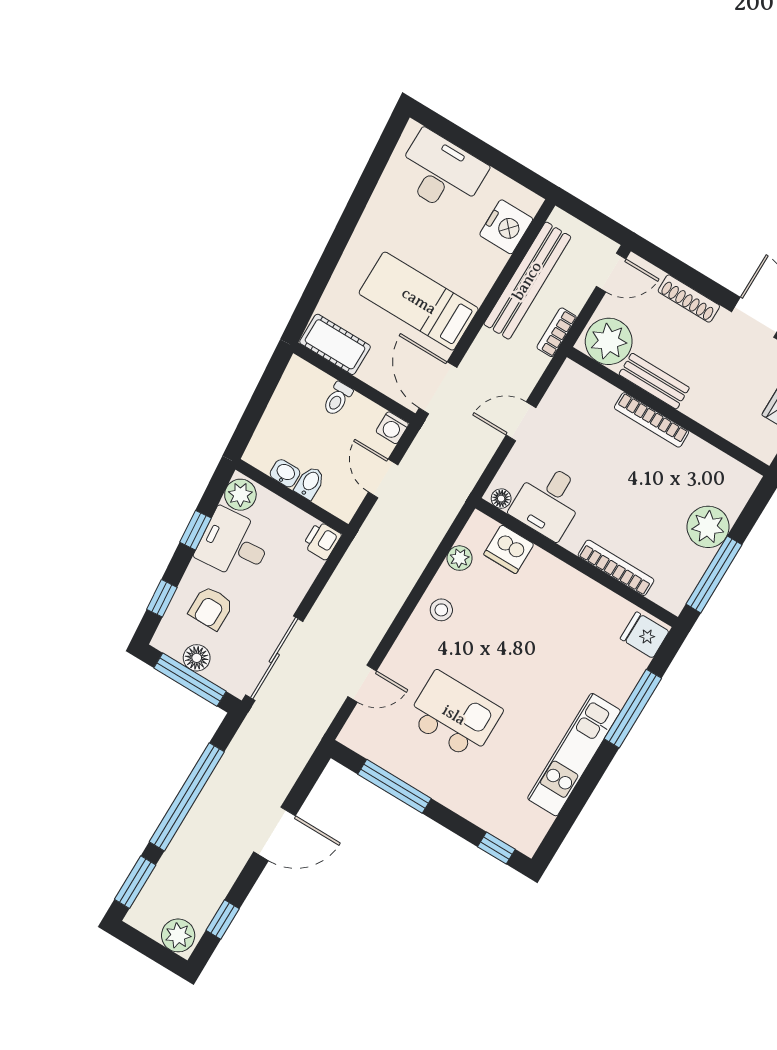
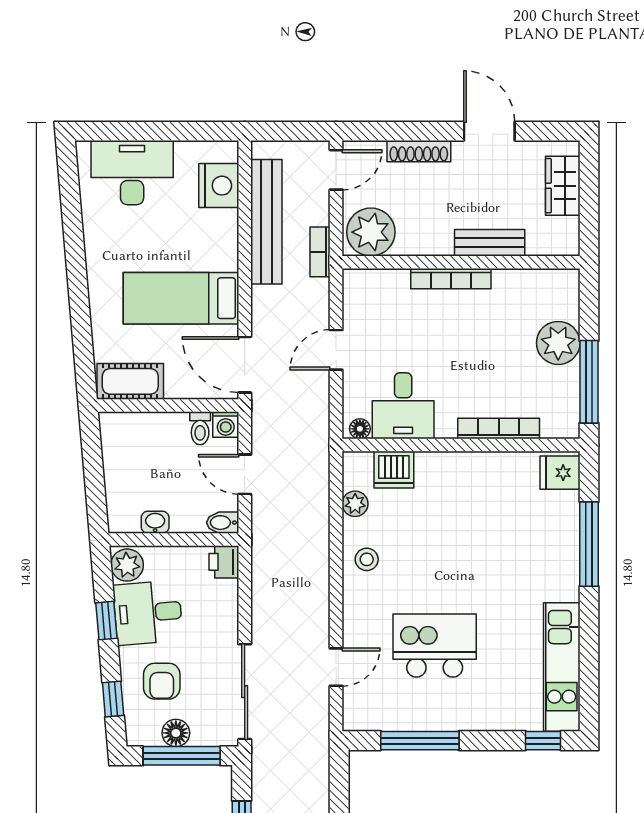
bench: (654, 381) -> (490, 243), moved
toilet: (338, 399) -> (200, 428), moved
bidet: (310, 483) -> (223, 523), moved, turned -90
kitchen unit: (574, 755) -> (562, 667), moved

